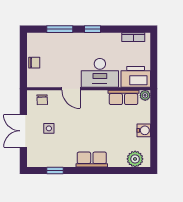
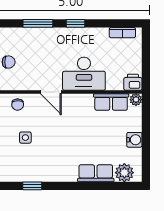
printer: (136, 77) -> (133, 82), width x0.53, depth x0.68
row of seats: (92, 159) -> (96, 173), moved

